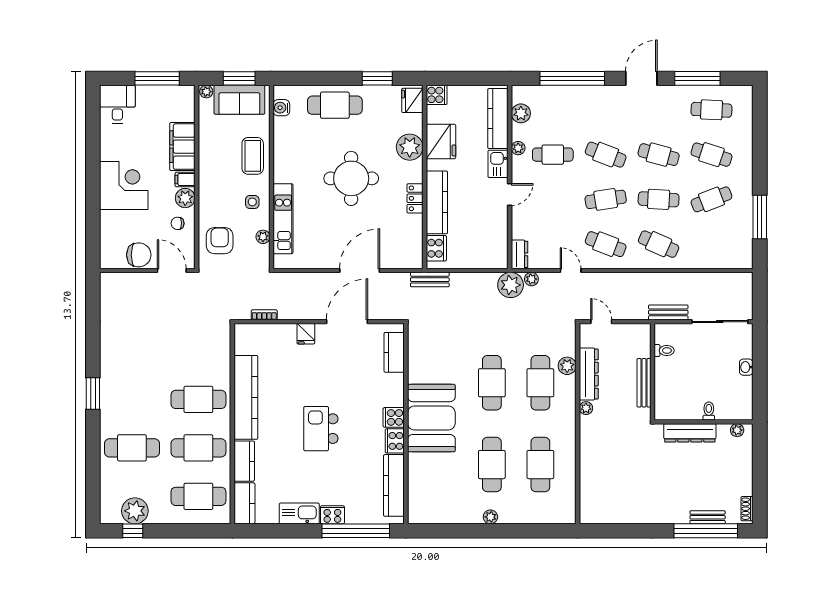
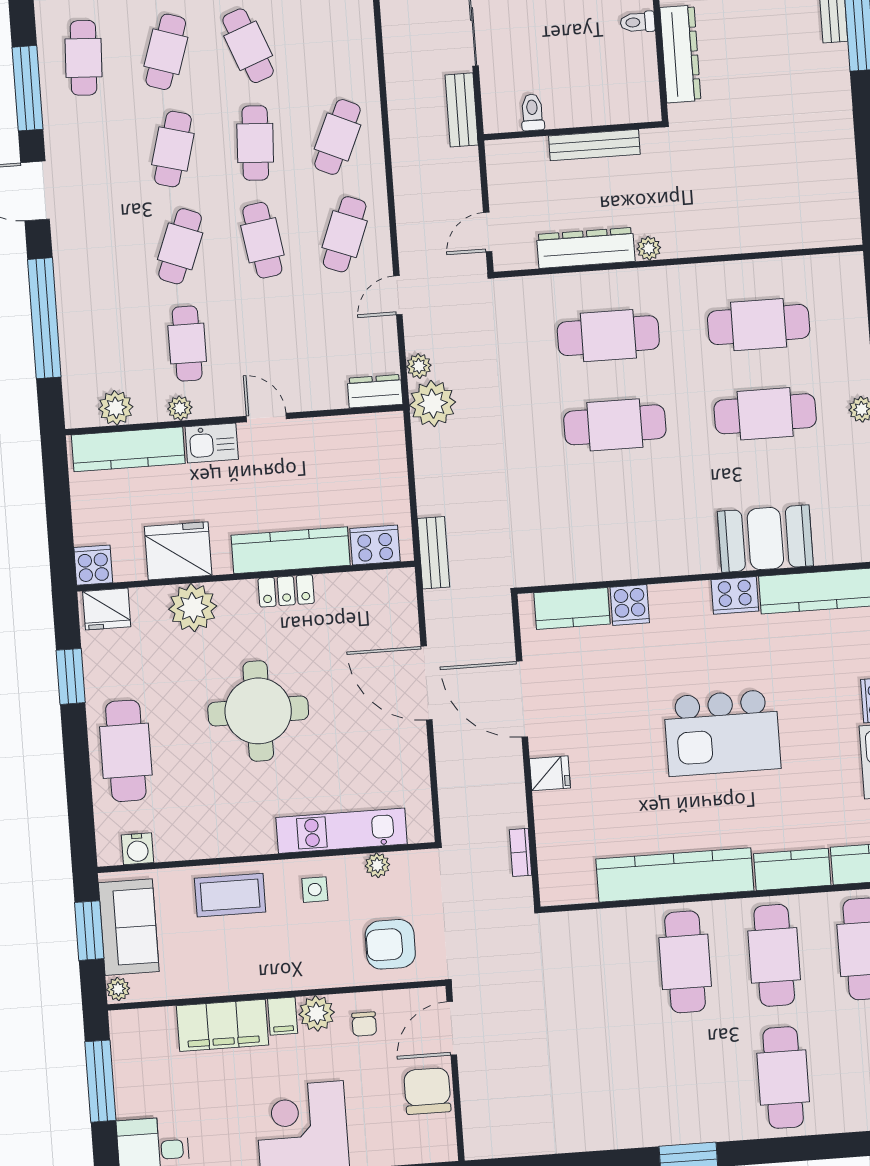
plant: (567, 366) -> (574, 289), removed
cooker: (394, 417) -> (630, 605), moved
booth: (431, 418) -> (765, 539), moved, width x0.73, depth x0.70
kitchen island: (321, 429) -> (722, 733), width x1.37, depth x1.28

